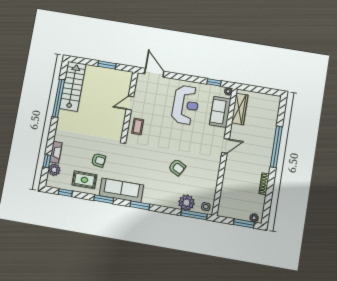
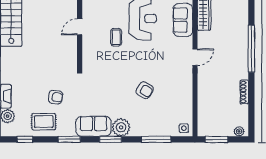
coffee table: (138, 126) -> (116, 37), moved
sofa: (121, 190) -> (93, 126), width x0.73
plant: (186, 203) -> (121, 127), moved
window: (194, 215) -> (156, 139), moved
window: (244, 223) -> (217, 139), moved

